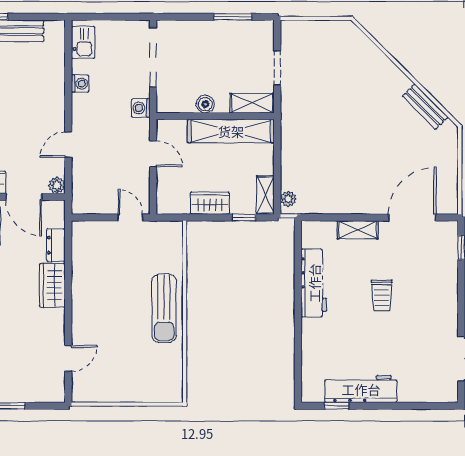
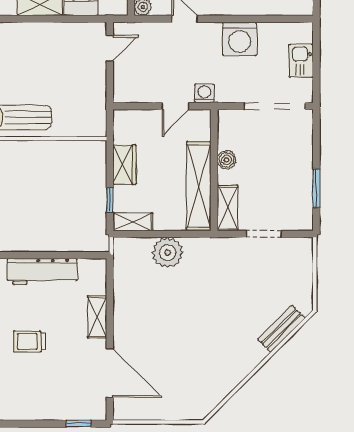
kitchen sink: (83, 42) -> (301, 61), moved, turned 90
washing machine: (80, 84) -> (240, 39), width x1.89, depth x1.89
bench: (425, 107) -> (281, 329), moved
washing machine: (141, 108) -> (204, 93), moved
plant: (288, 199) -> (168, 253), moved, width x1.88, depth x1.88
door: (130, 217) -> (110, 48), moved

